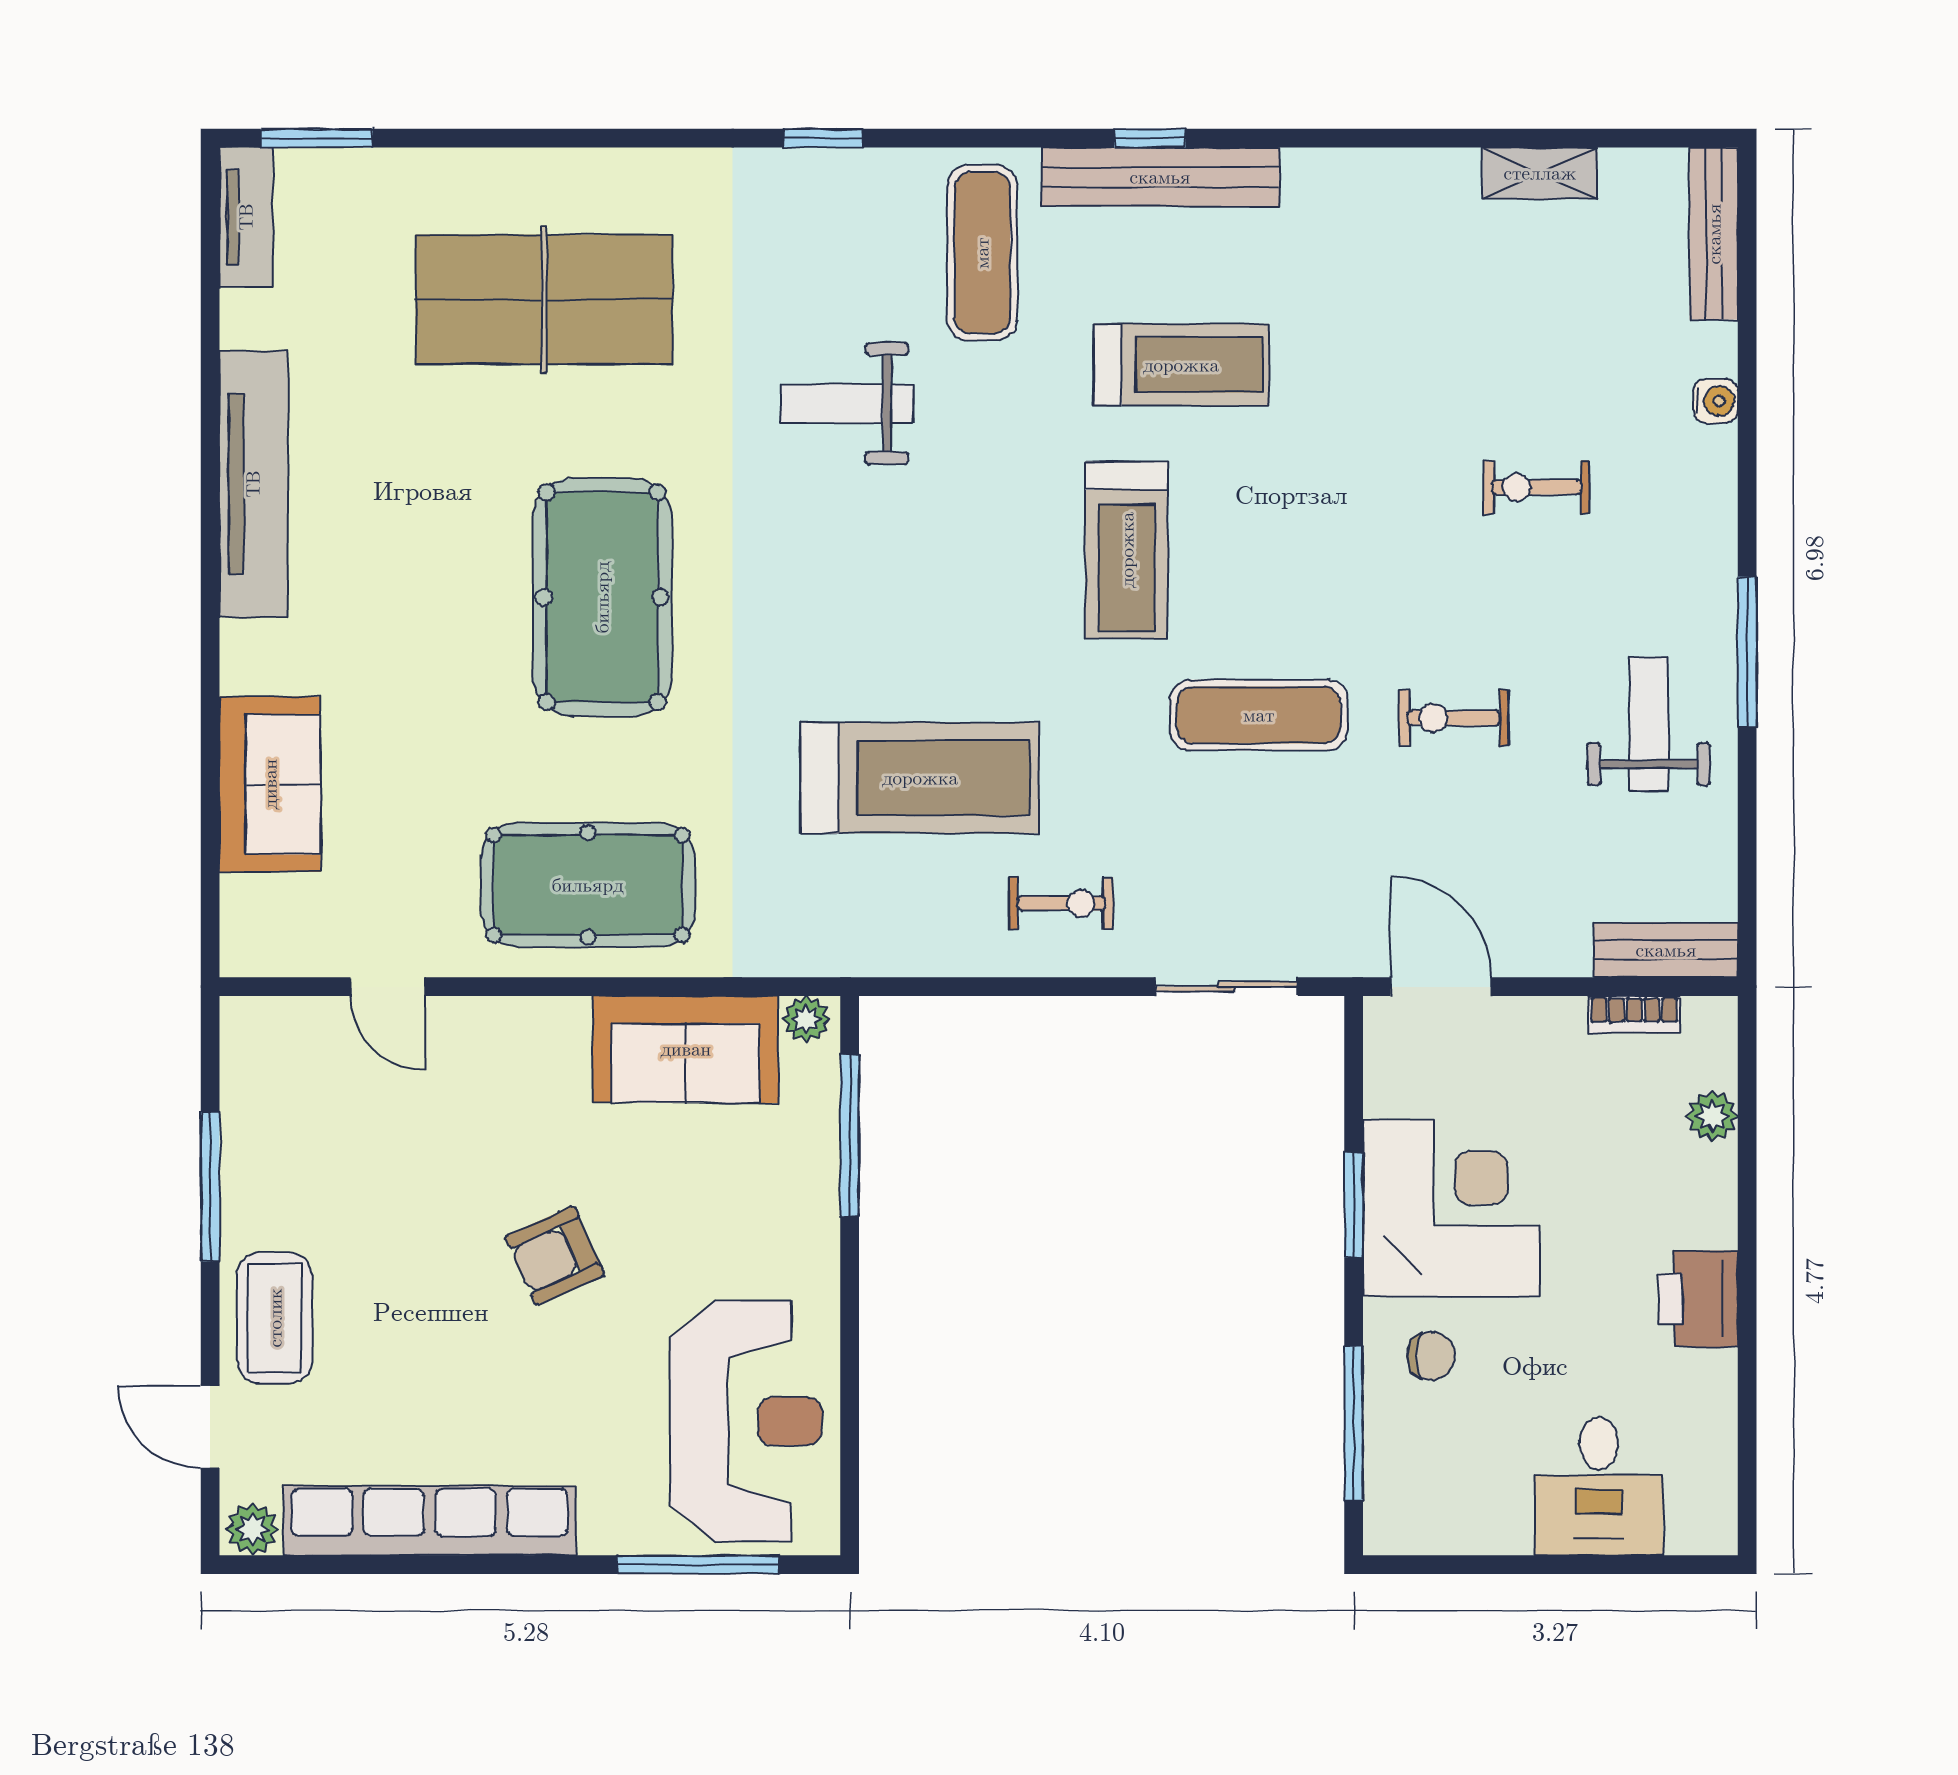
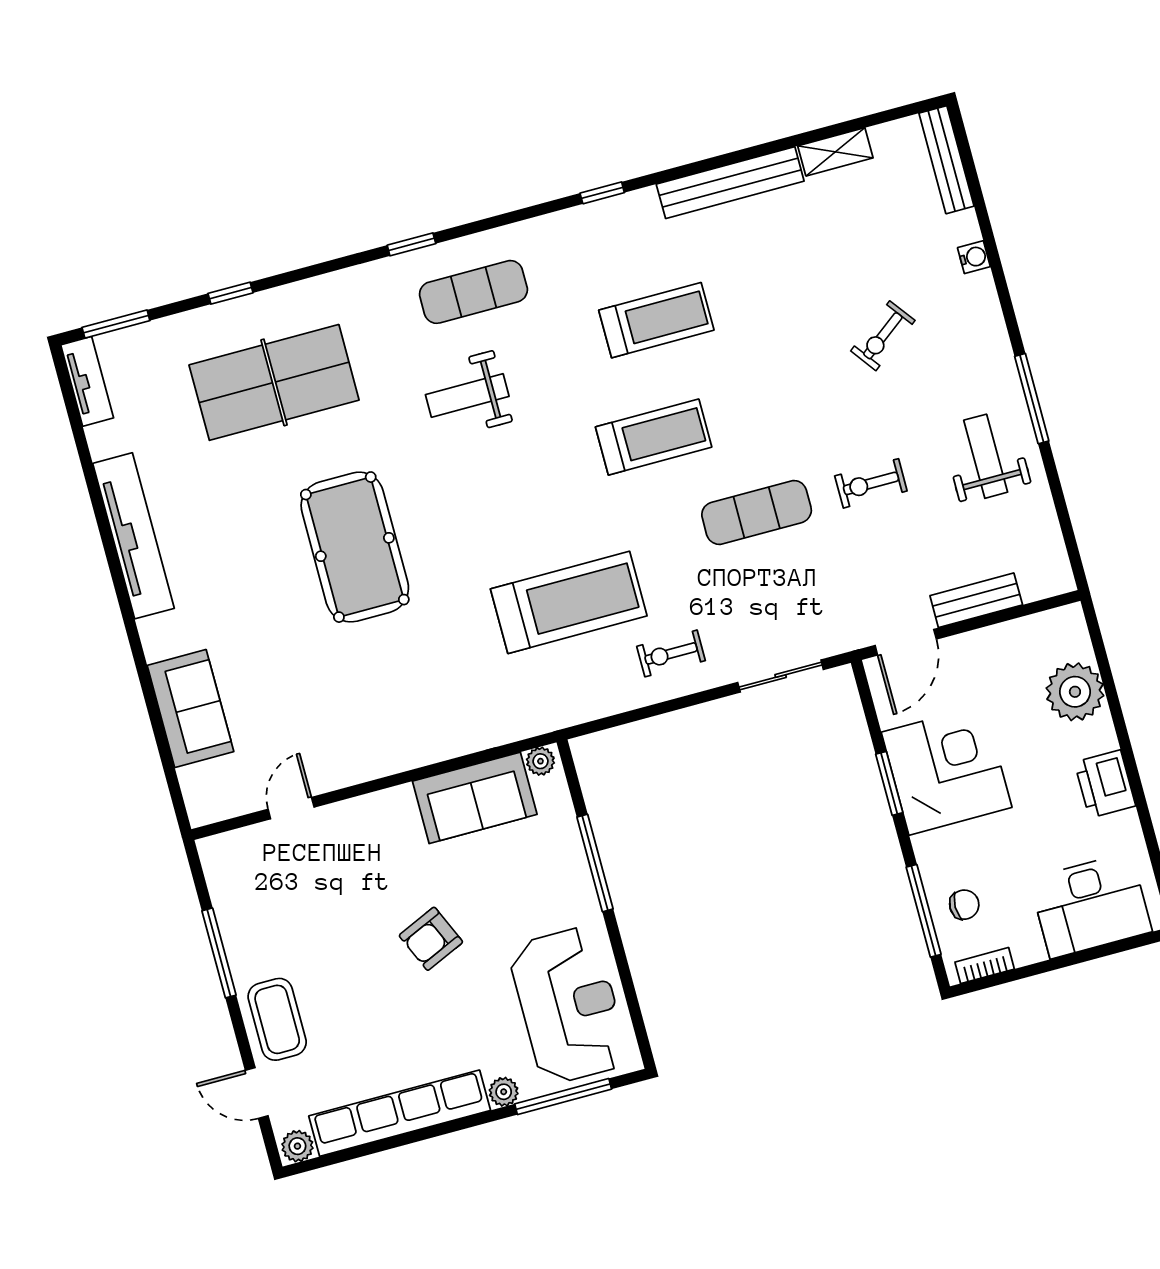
window: (513, 138) -> (231, 293), added
bench: (1160, 177) -> (730, 183), moved
exercise mat: (982, 253) -> (473, 292), moved, turned 90
exercise bike: (1536, 487) -> (883, 336), turned -37
treadmill: (1127, 550) -> (654, 437), turned -90
pool table: (588, 885) -> (392, 717), removed
exercise bike: (1061, 903) -> (671, 653), turned 180
bench: (1666, 950) -> (976, 600), moved
door: (388, 987) -> (291, 808), swing flipped
door: (1441, 987) -> (906, 642), swing flipped
bookcase: (1634, 1014) -> (985, 966), moved, turned 180
plant: (1712, 1116) -> (1075, 692), width x1.88, depth x1.88
window: (850, 1136) -> (595, 863), moved
chair: (1431, 1356) -> (964, 905), moved
desk: (1599, 1486) -> (1091, 905), width x1.37
plant: (605, 1531) -> (504, 1092), added

